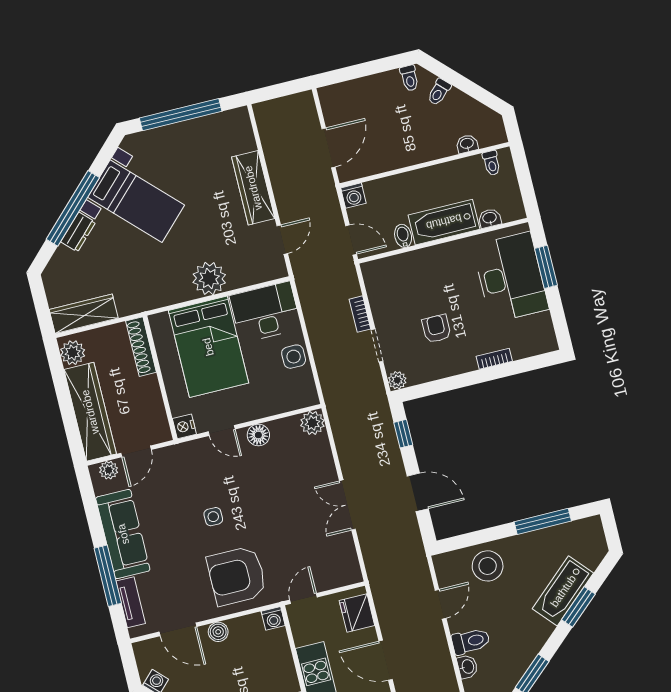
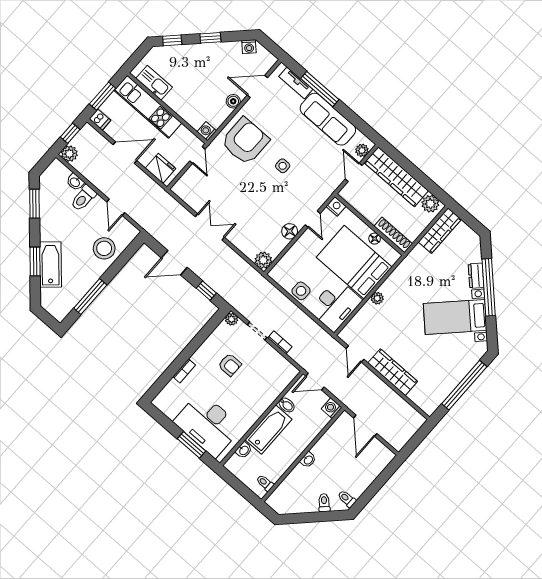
washbasin: (467, 144) -> (308, 460), moved
plant: (209, 279) -> (377, 298), width x0.53, depth x0.53
floor lamp: (166, 358) -> (375, 239), added
door: (222, 430) -> (313, 219), swing flipped

